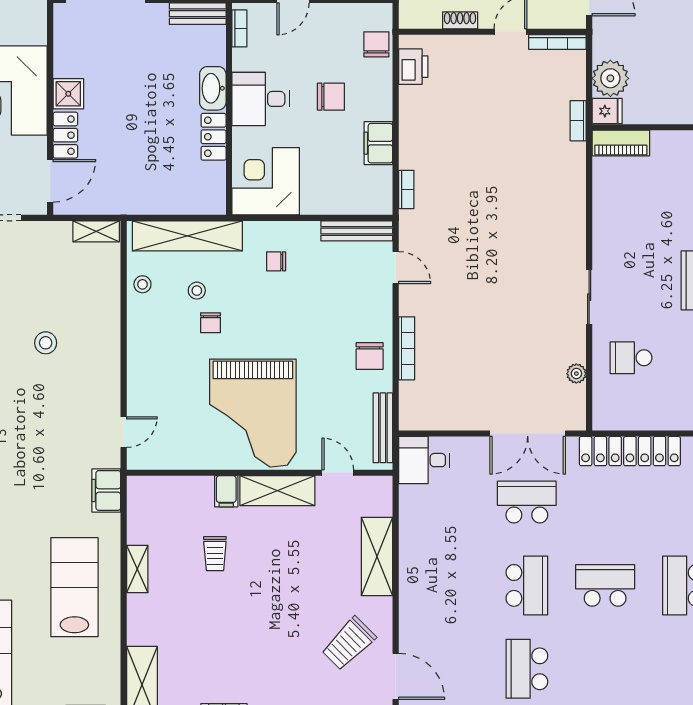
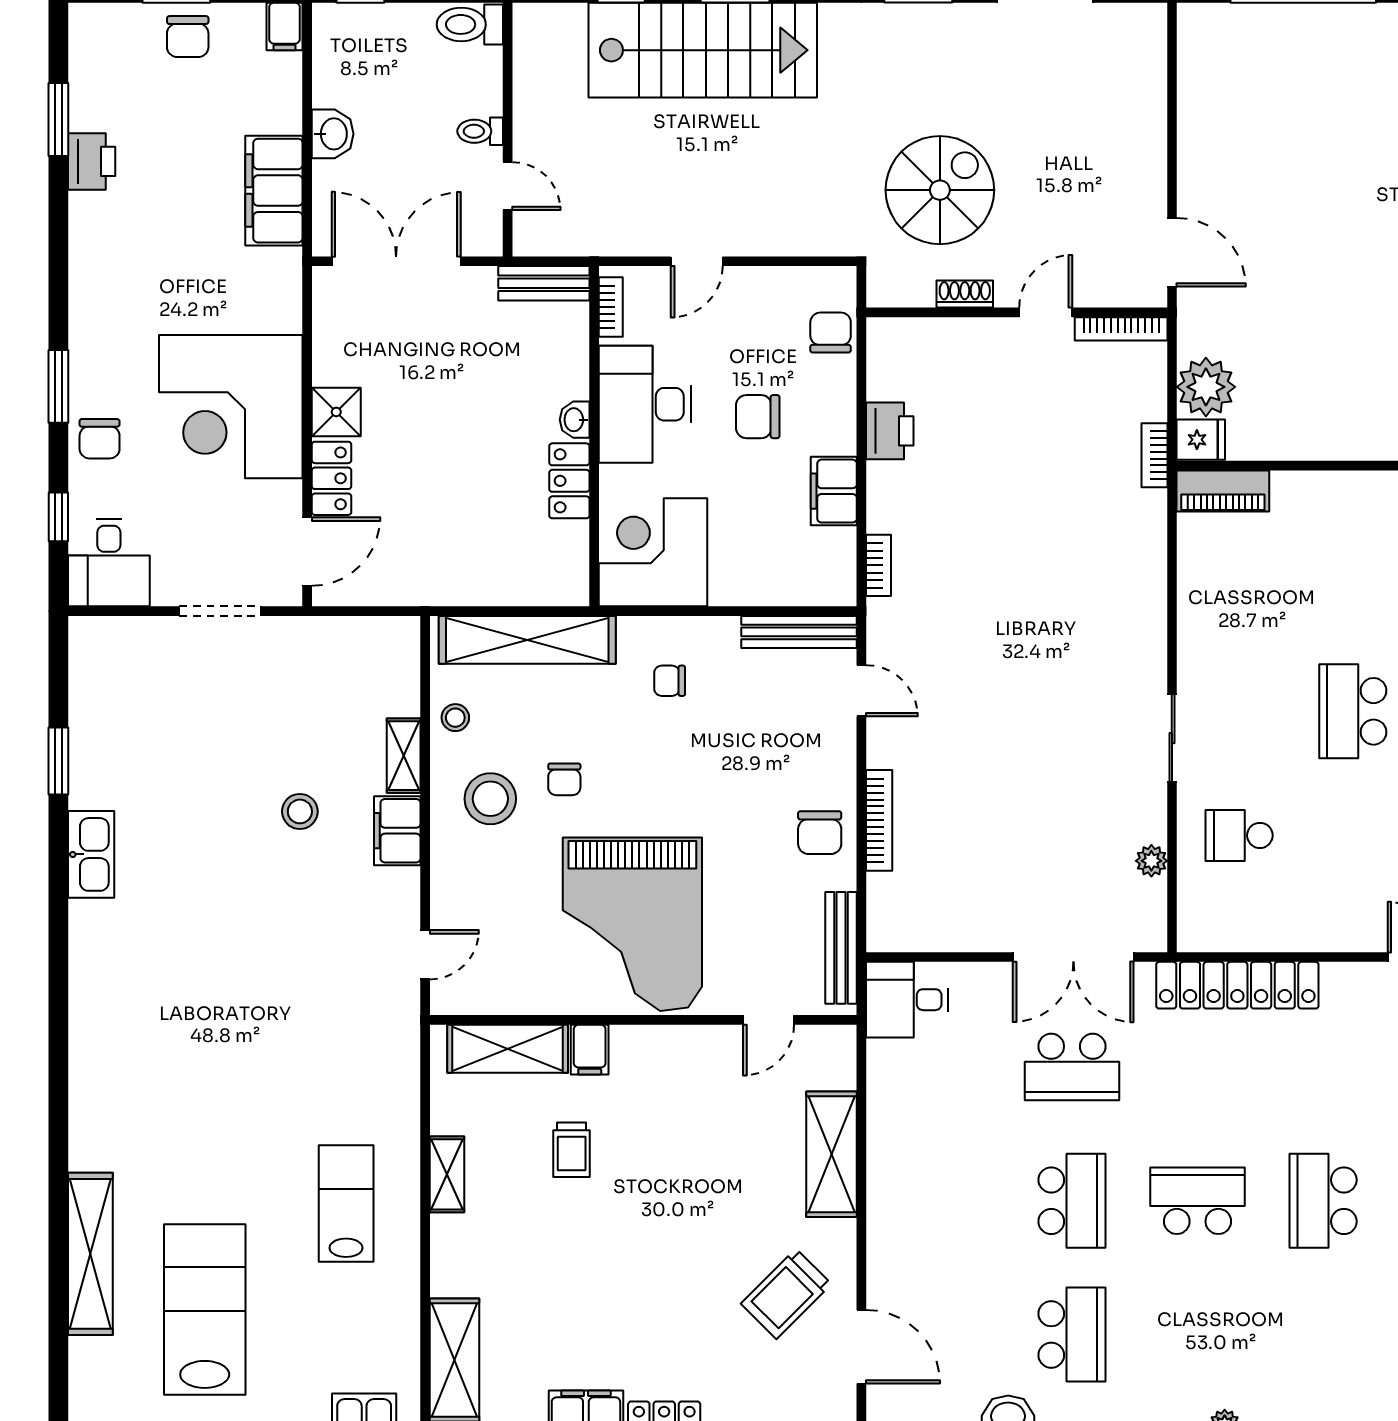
printer: (413, 67) -> (890, 431), moved
washbasin: (213, 88) -> (575, 420), width x0.52, depth x0.69
chair: (331, 97) -> (758, 417), turned 180
desk: (261, 99) -> (645, 404), width x1.37
shelving: (96, 231) -> (404, 756), moved, turned 90
stool: (197, 291) -> (490, 799), moved, width x1.89, depth x1.89
door: (338, 473) -> (769, 1020), swing flipped
filing cabinet: (106, 490) -> (397, 831), moved
shelving: (277, 491) -> (508, 1049), moved
school desk: (527, 502) -> (1072, 1067), turned 180
lab bench: (74, 587) -> (346, 1203), width x0.73, depth x0.72
school desk: (527, 669) -> (1072, 1334), turned 180

